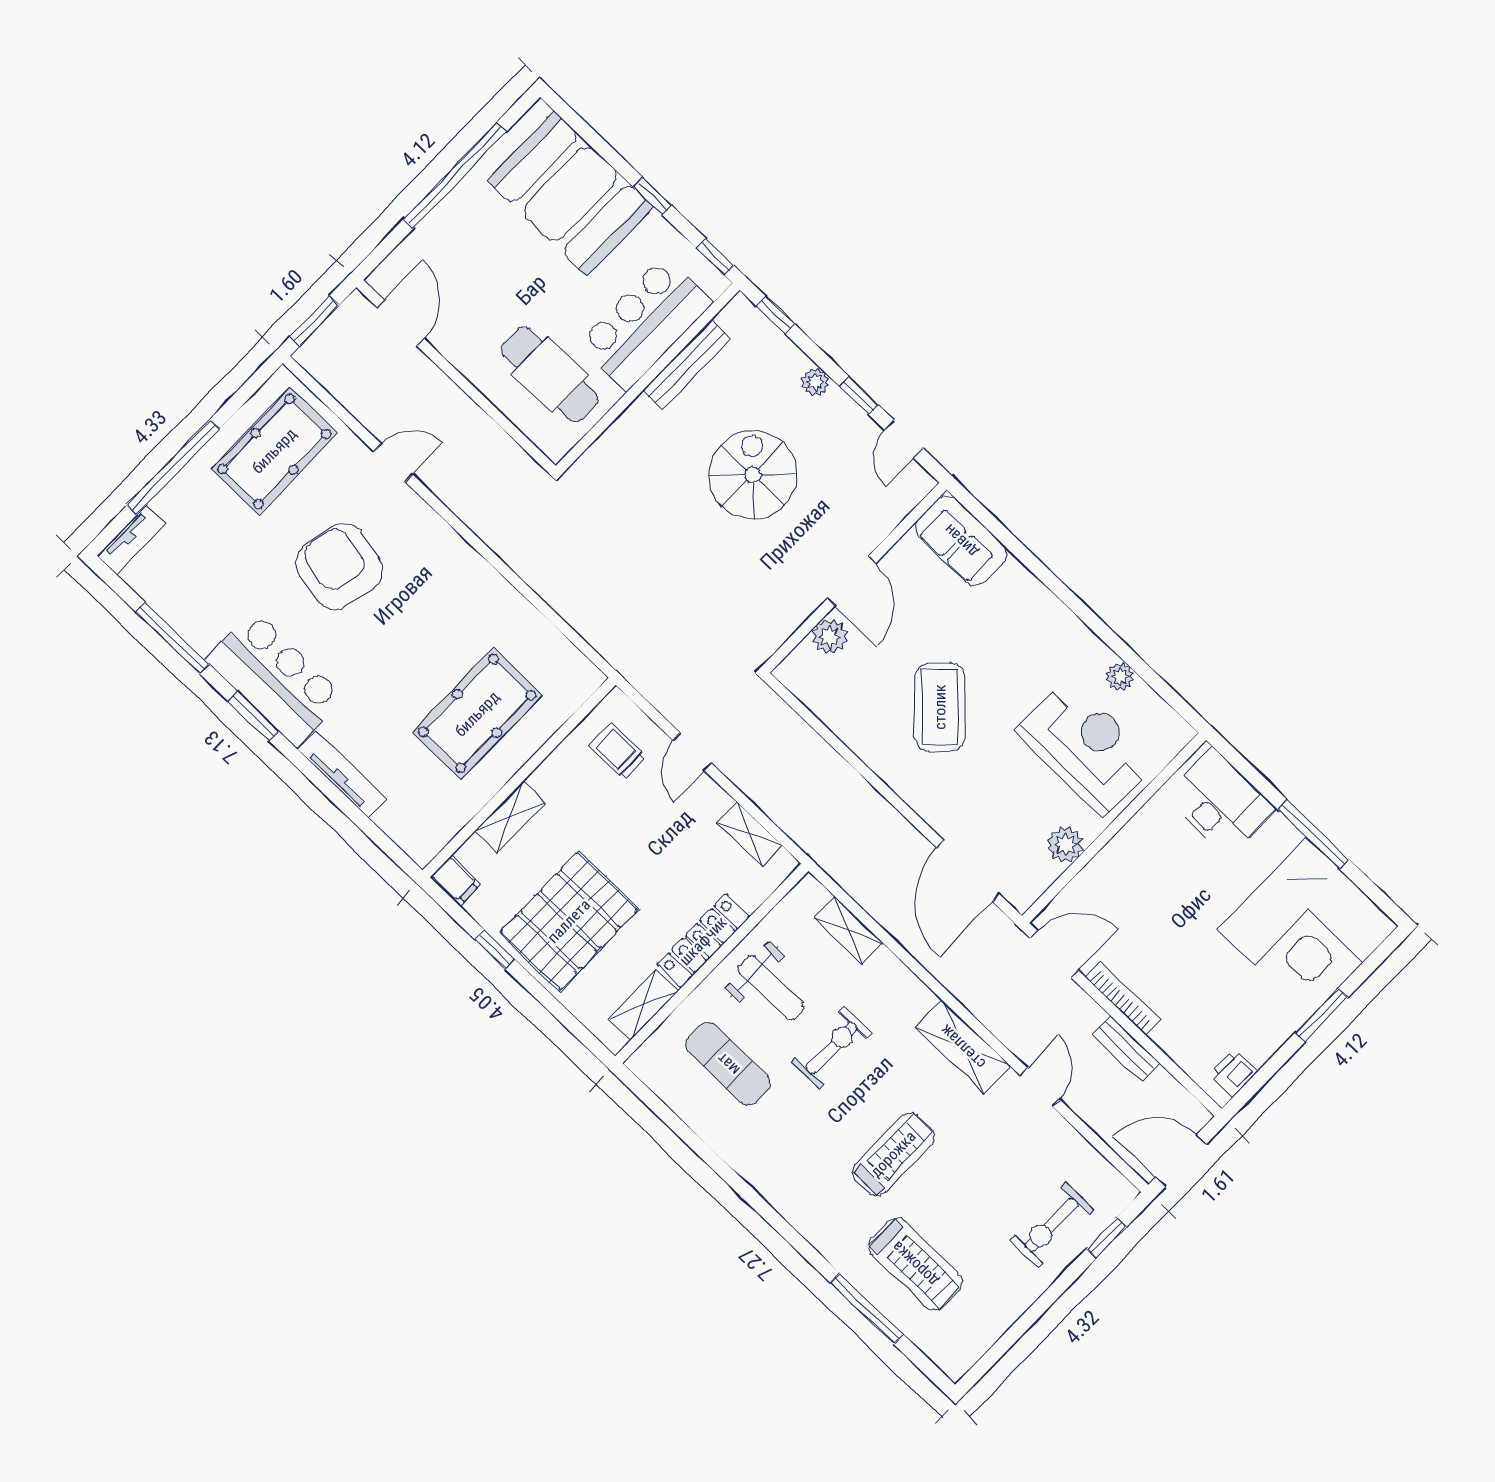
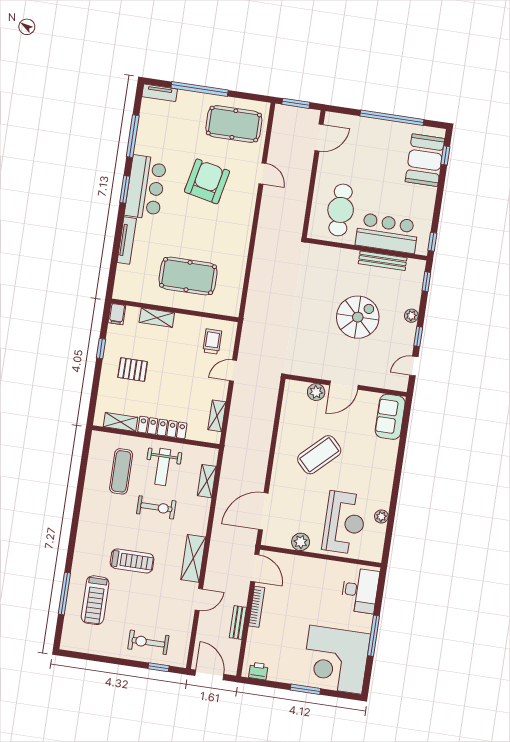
booth: (570, 194) -> (425, 160), width x0.73, depth x0.70
window: (653, 196) -> (445, 155), moved
pallet: (569, 921) -> (133, 370), width x0.49, depth x0.50

